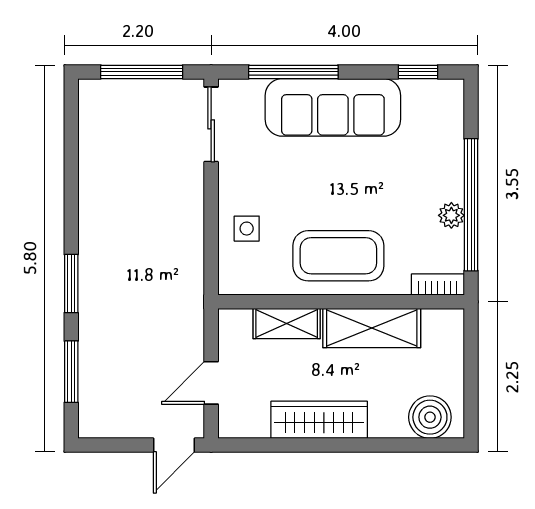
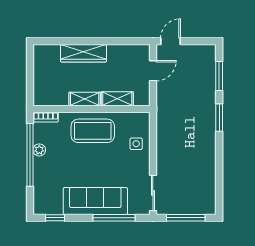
shelving: (372, 328) -> (85, 99), width x0.67, depth x0.75
boiler: (430, 417) -> (49, 54), removed
wardrobe: (319, 420) -> (84, 53), moved

